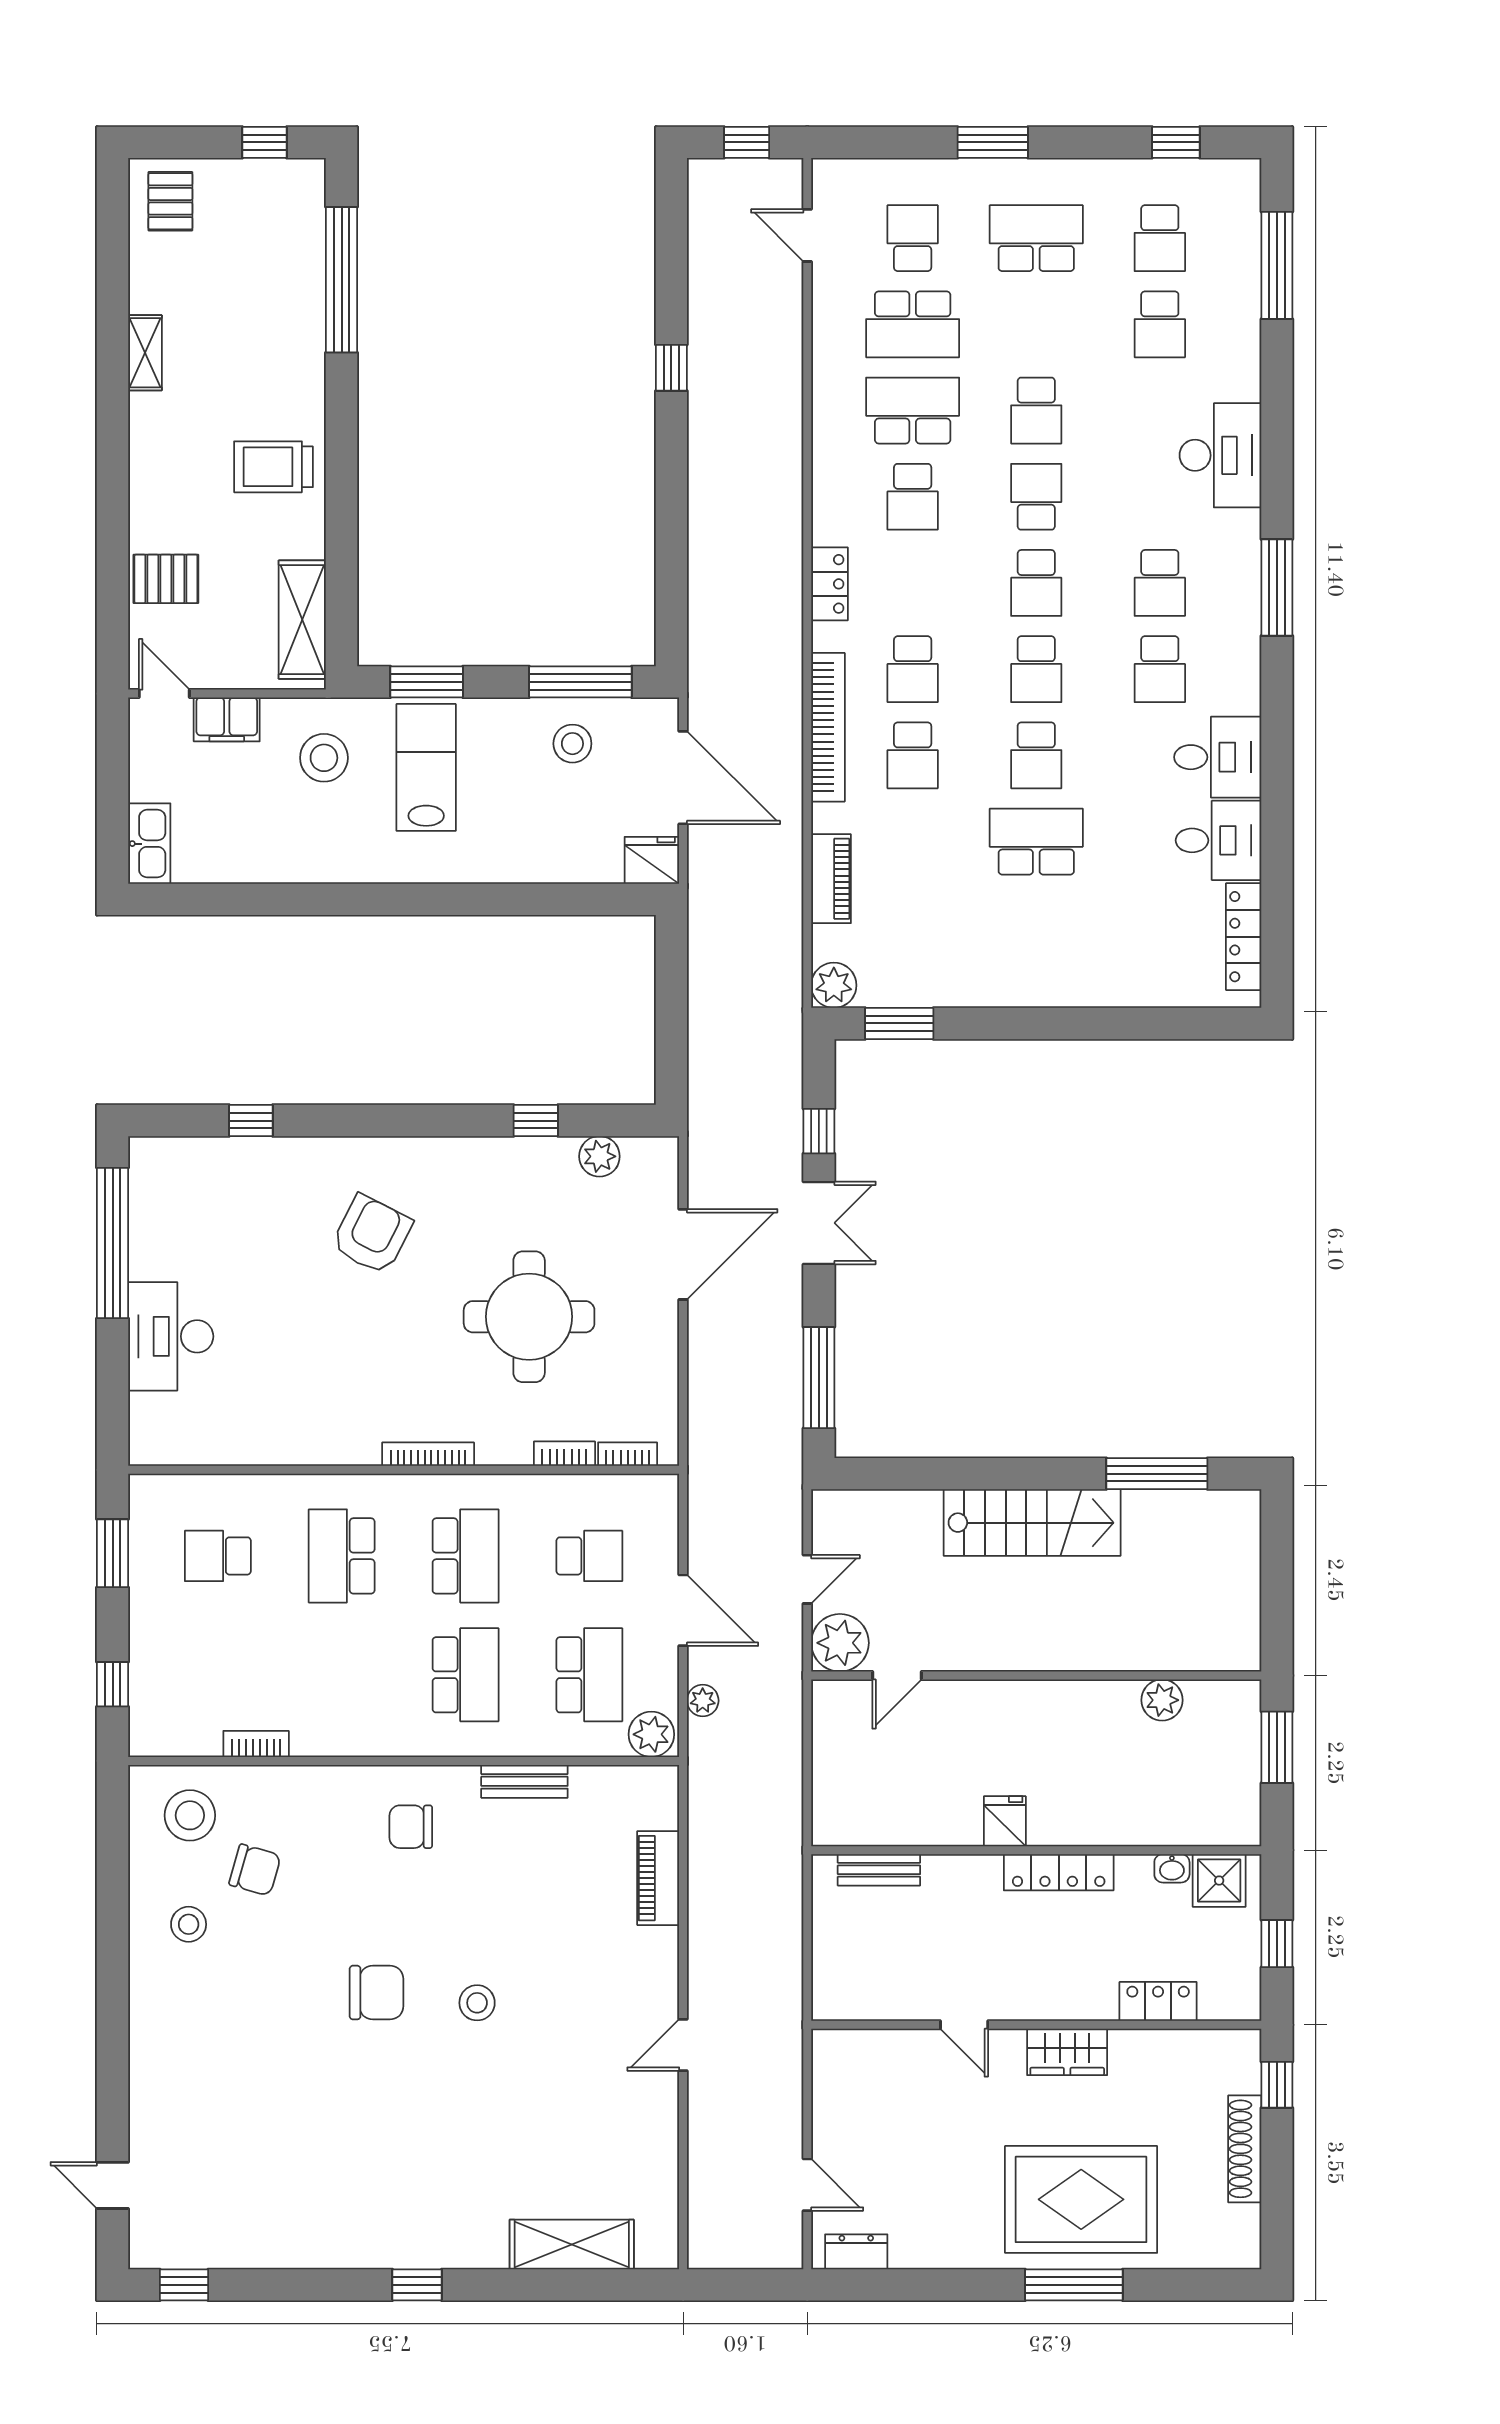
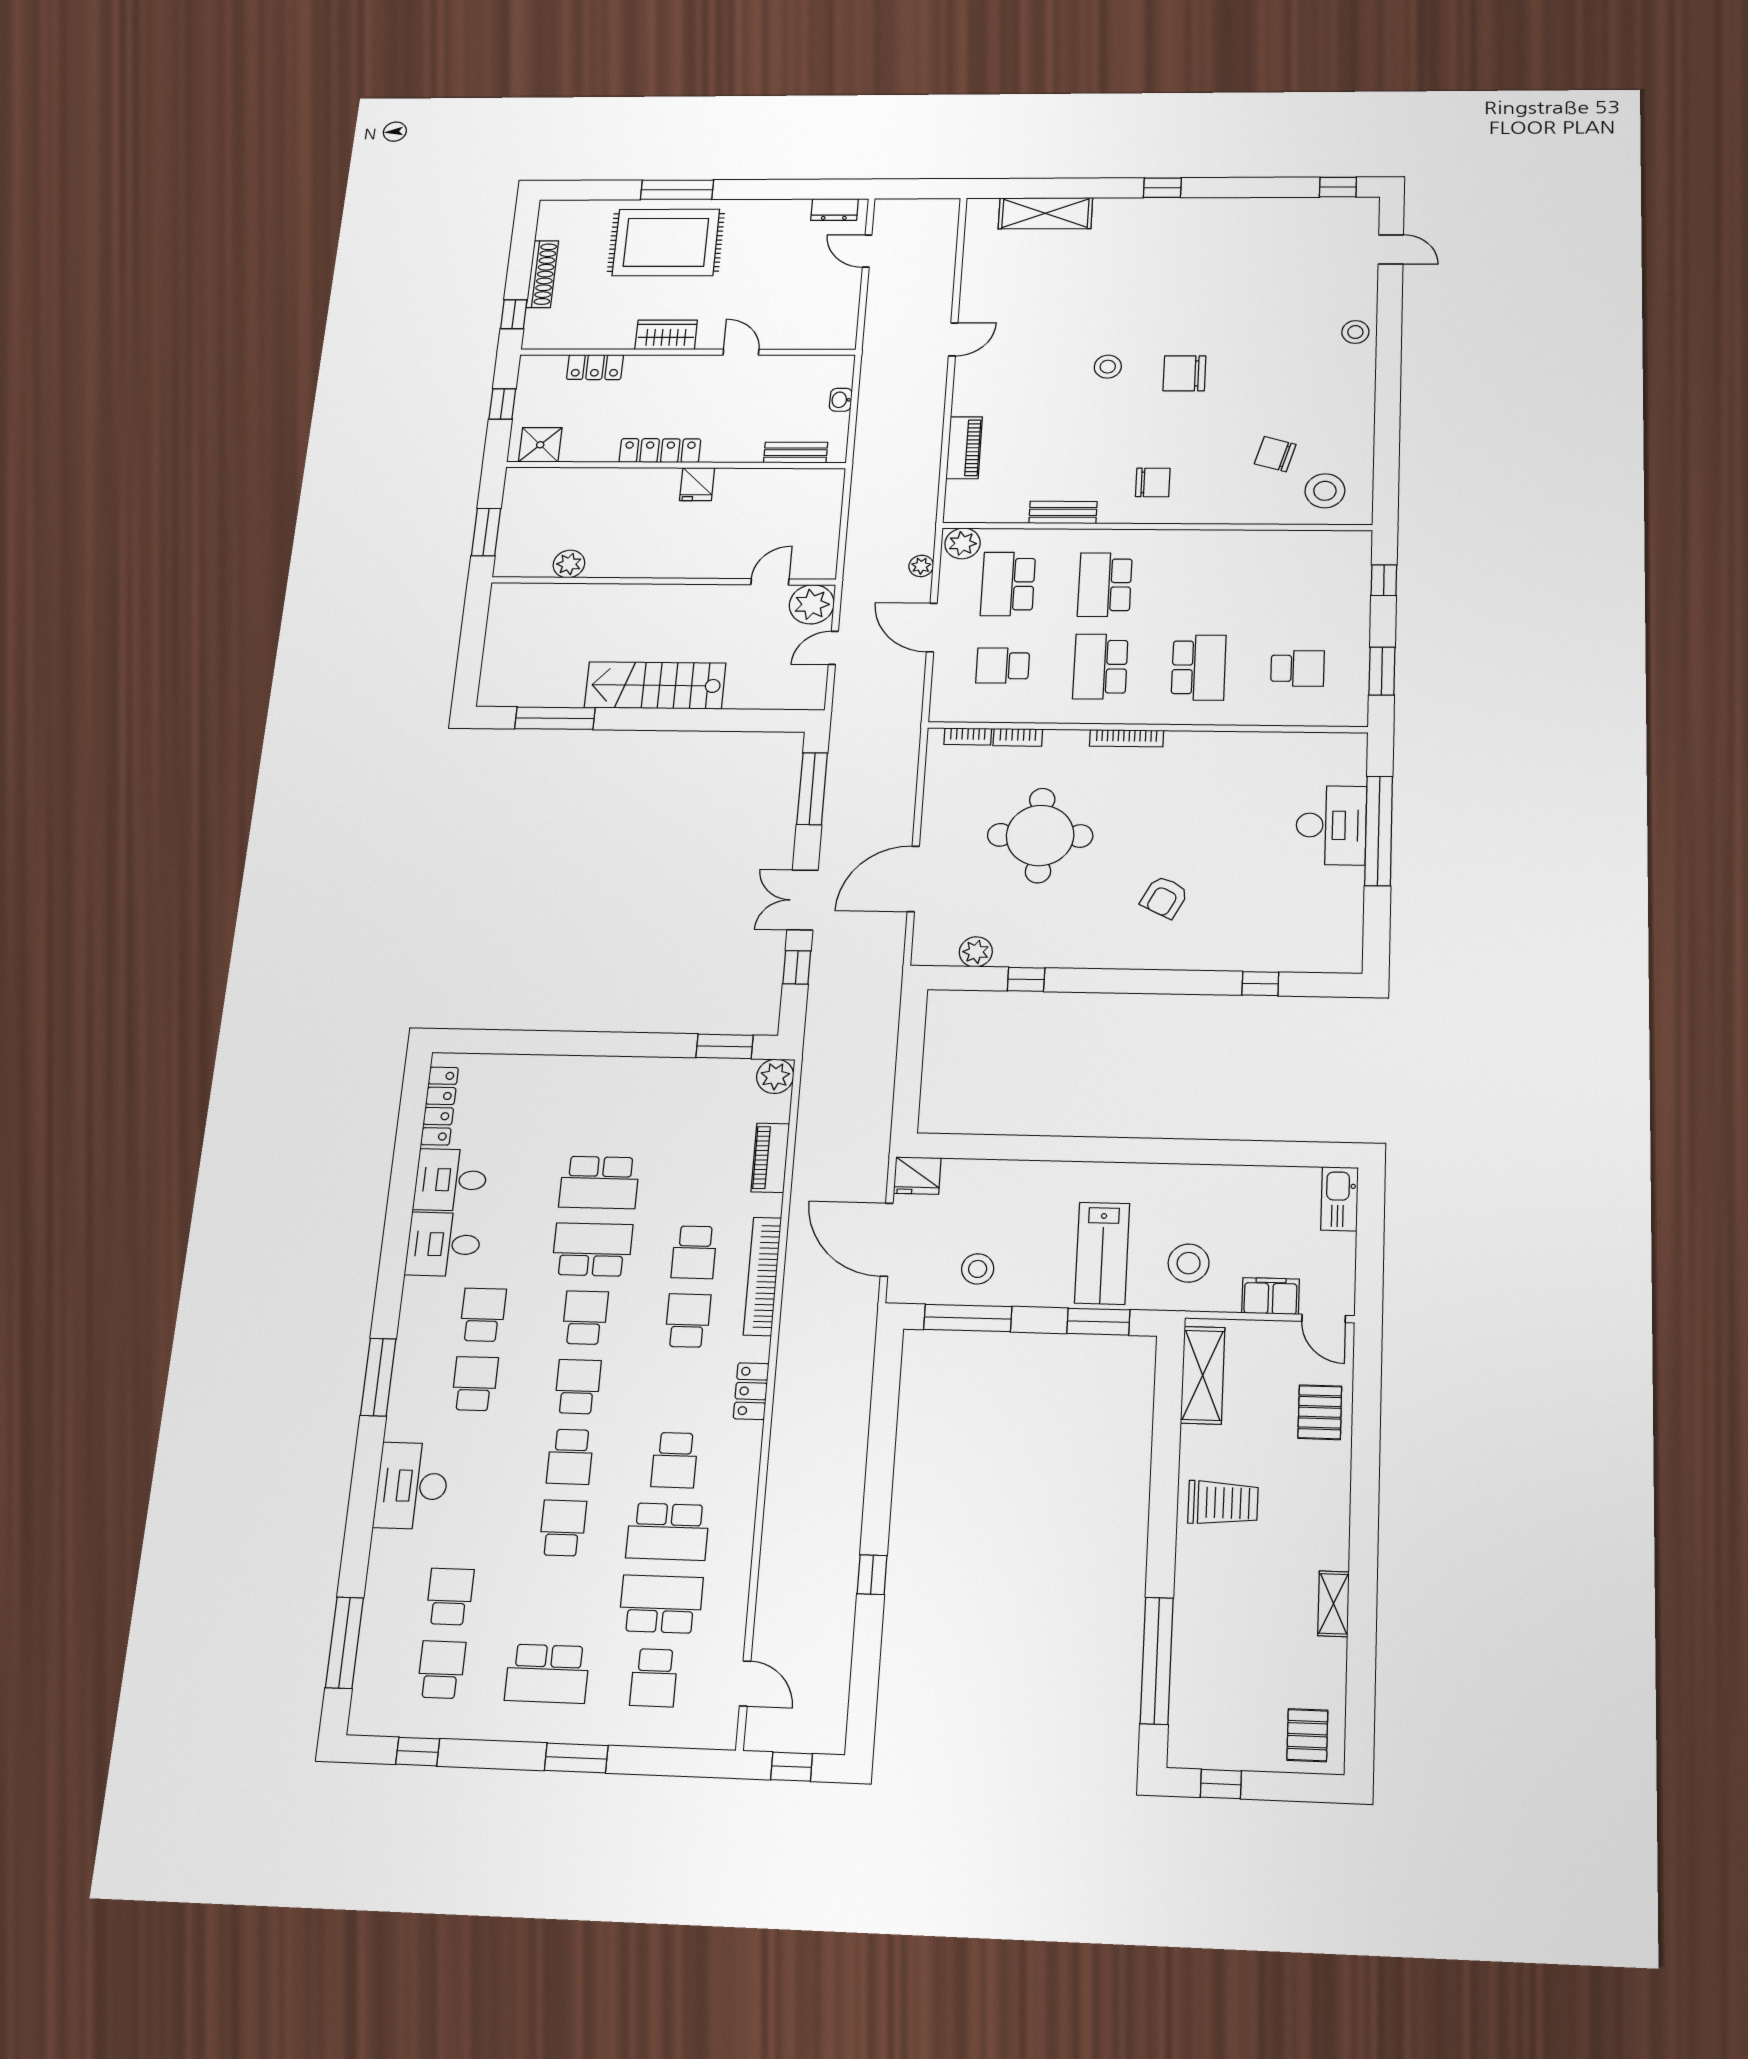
school desk: (913, 497) -> (675, 1460), turned 180
pallet: (166, 579) -> (1320, 1412), turned 90
school desk: (913, 755) -> (694, 1252), turned 180
school desk: (1036, 755) -> (592, 1250), width x1.85
armchair: (372, 1235) -> (1164, 897), width x0.72, depth x0.72
window: (113, 1243) -> (1379, 831), moved
bookcase: (256, 1744) -> (1271, 539), removed
washbasin: (1172, 1868) -> (841, 400), moved, turned -90
stool: (189, 1924) -> (1355, 332), moved

